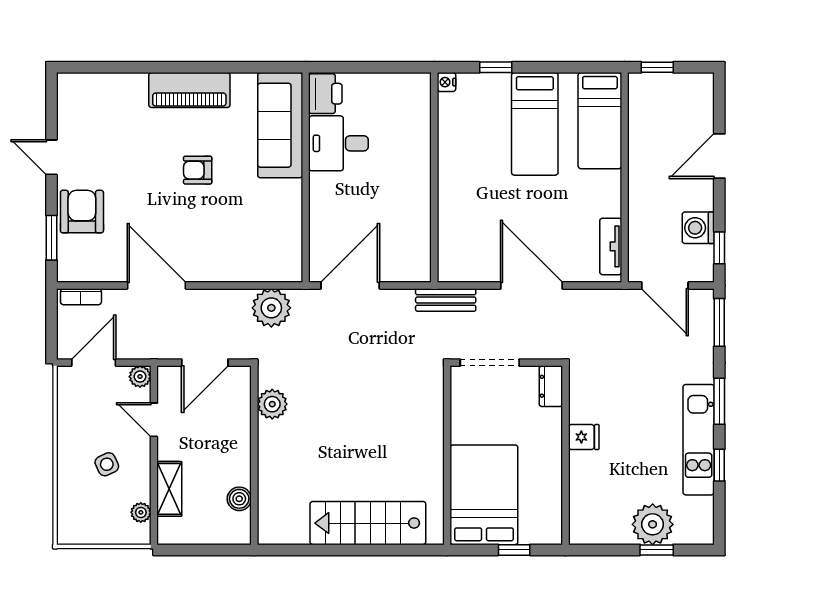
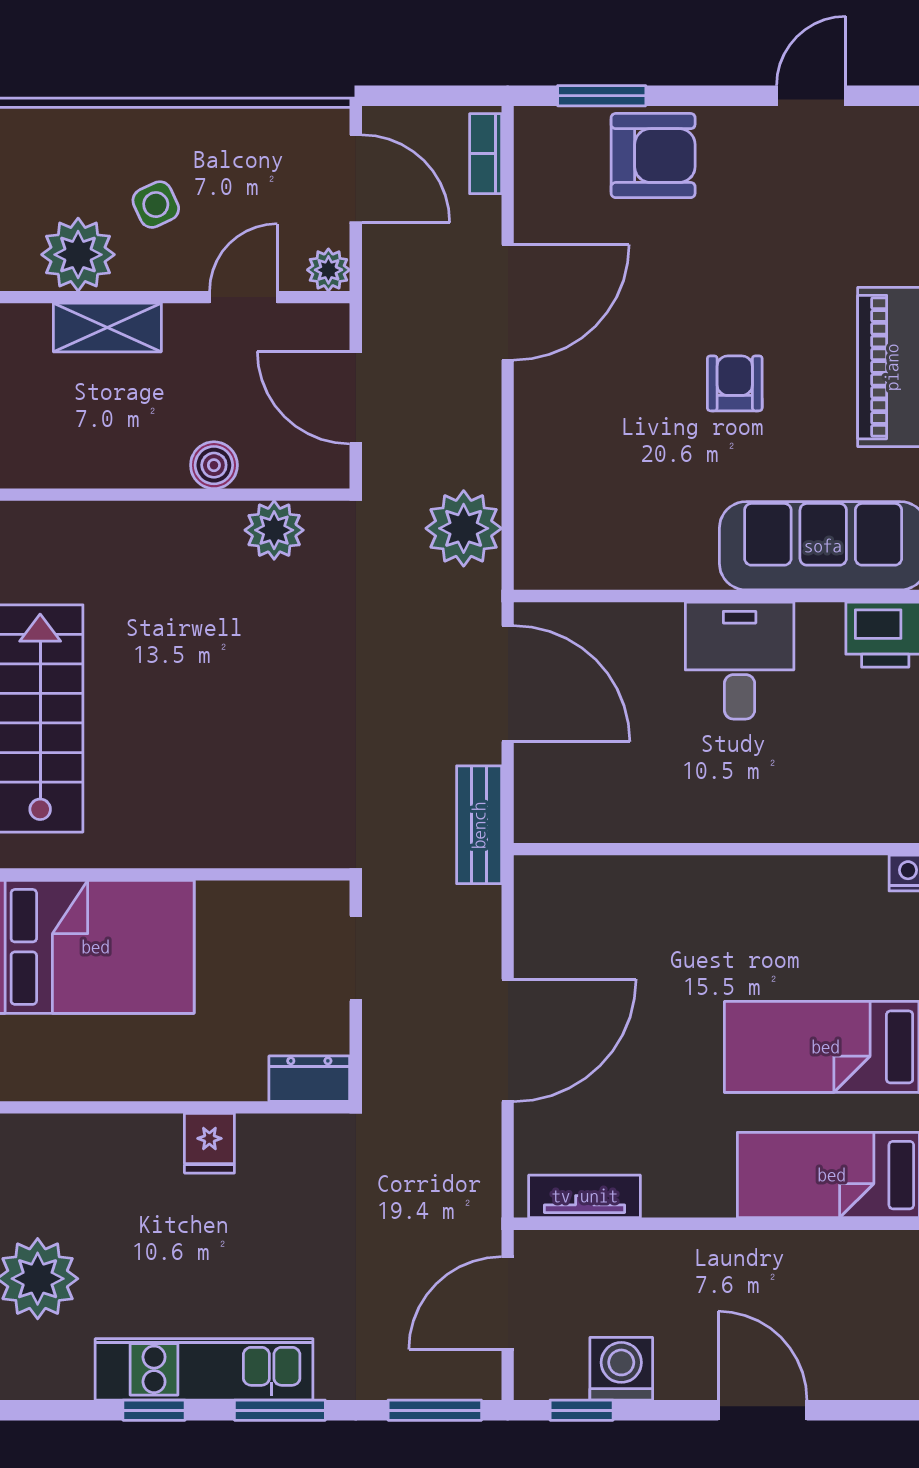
desk: (338, 143) -> (740, 661), moved
door: (51, 157) -> (811, 96), moved
bench: (446, 300) -> (479, 825), moved
doorway: (490, 363) -> (356, 958), width x0.73
boiler: (239, 499) -> (214, 465), moved
plant: (141, 512) -> (78, 255), width x1.88, depth x1.88

